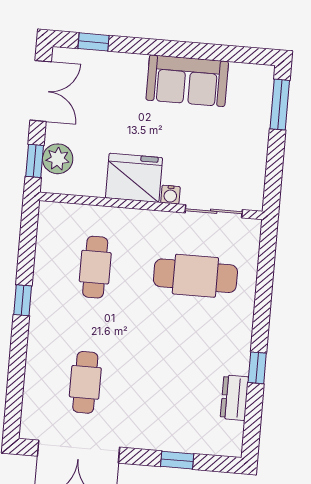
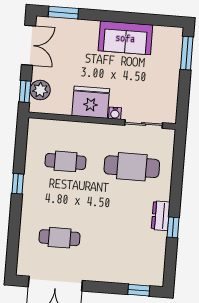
window: (94, 42) -> (63, 13), width x1.50
cafe table: (95, 267) -> (66, 161), turned 90
cafe table: (85, 382) -> (60, 238), turned 90
dresser: (234, 398) -> (161, 216), moved
window: (177, 460) -> (139, 290), moved

